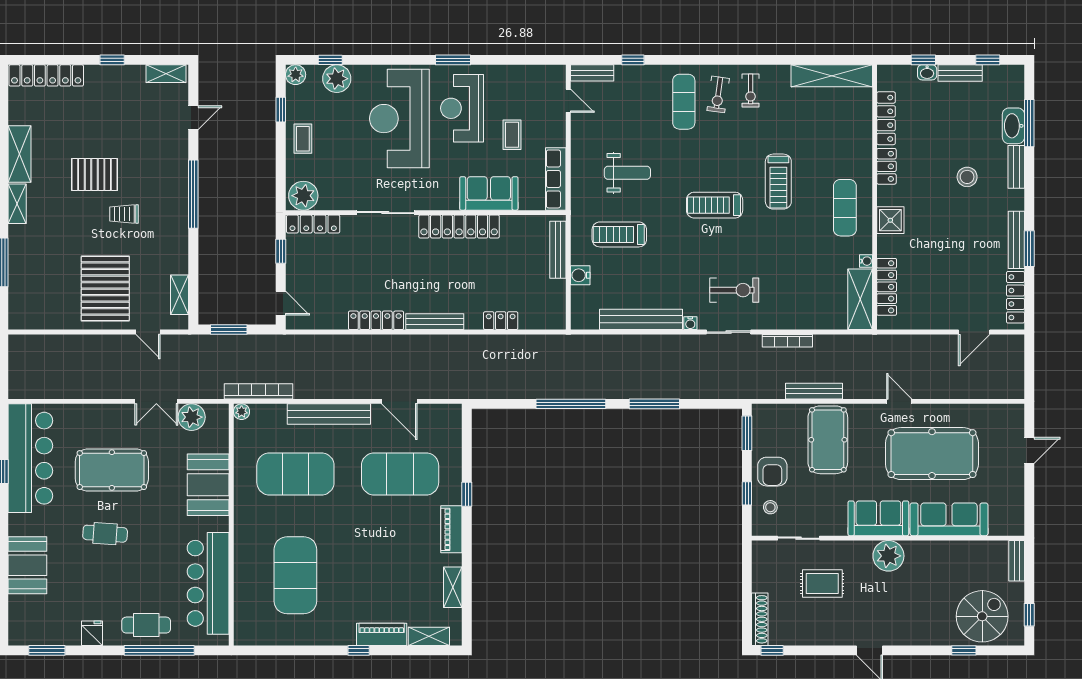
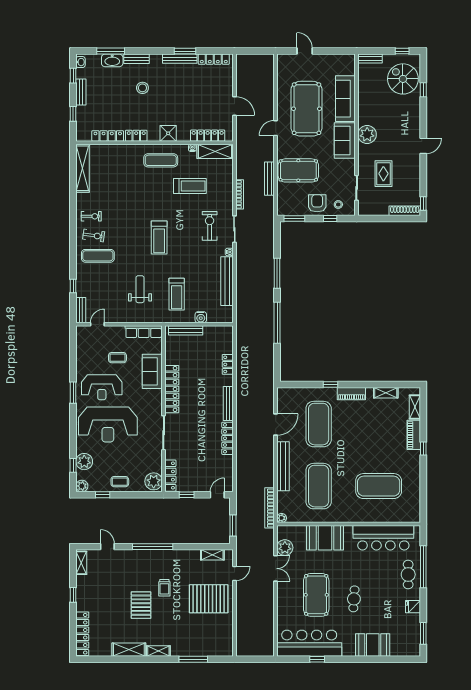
washbasin: (927, 72) -> (80, 62), moved
treadmill: (778, 182) -> (190, 186), moved
door: (974, 332) -> (234, 106), moved
armchair: (772, 472) -> (317, 203), turned -90

